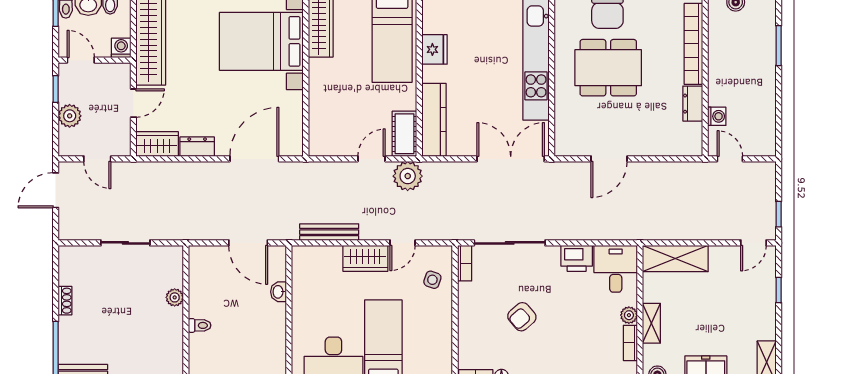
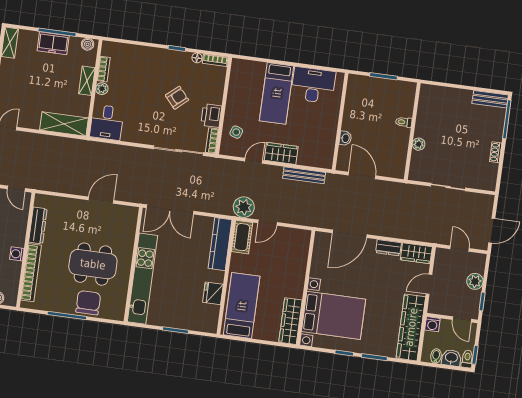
dresser: (693, 104) -> (38, 226), width x1.44
washing machine: (717, 116) -> (17, 254), moved
printer: (577, 258) -> (211, 116), moved, turned -90

